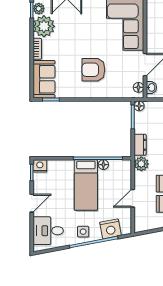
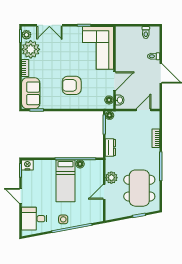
plant: (141, 164) -> (111, 178), moved
door: (32, 203) -> (21, 196), swing flipped
nightstand: (111, 229) -> (86, 217), removed

